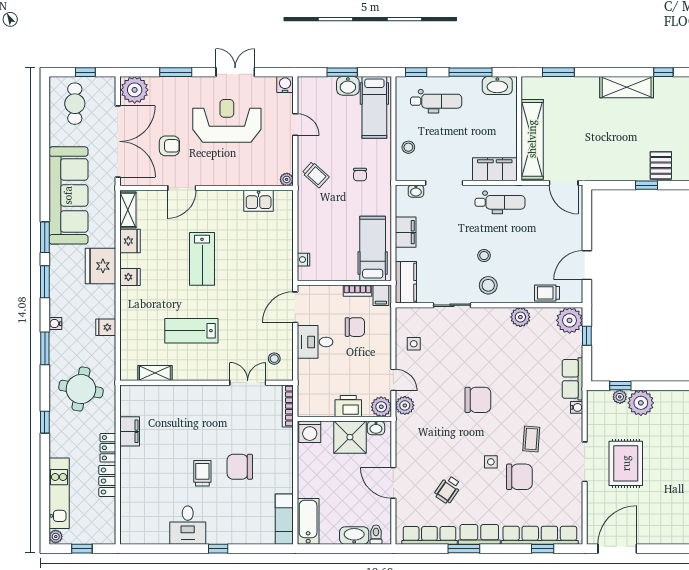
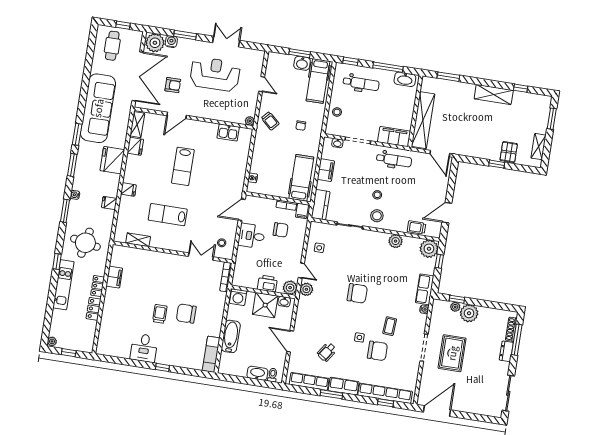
water cooler: (285, 85) -> (171, 42), moved
fridge: (130, 277) -> (128, 190), moved
kitchen unit: (59, 493) -> (63, 285), moved
bathtub: (308, 521) -> (231, 336), moved

